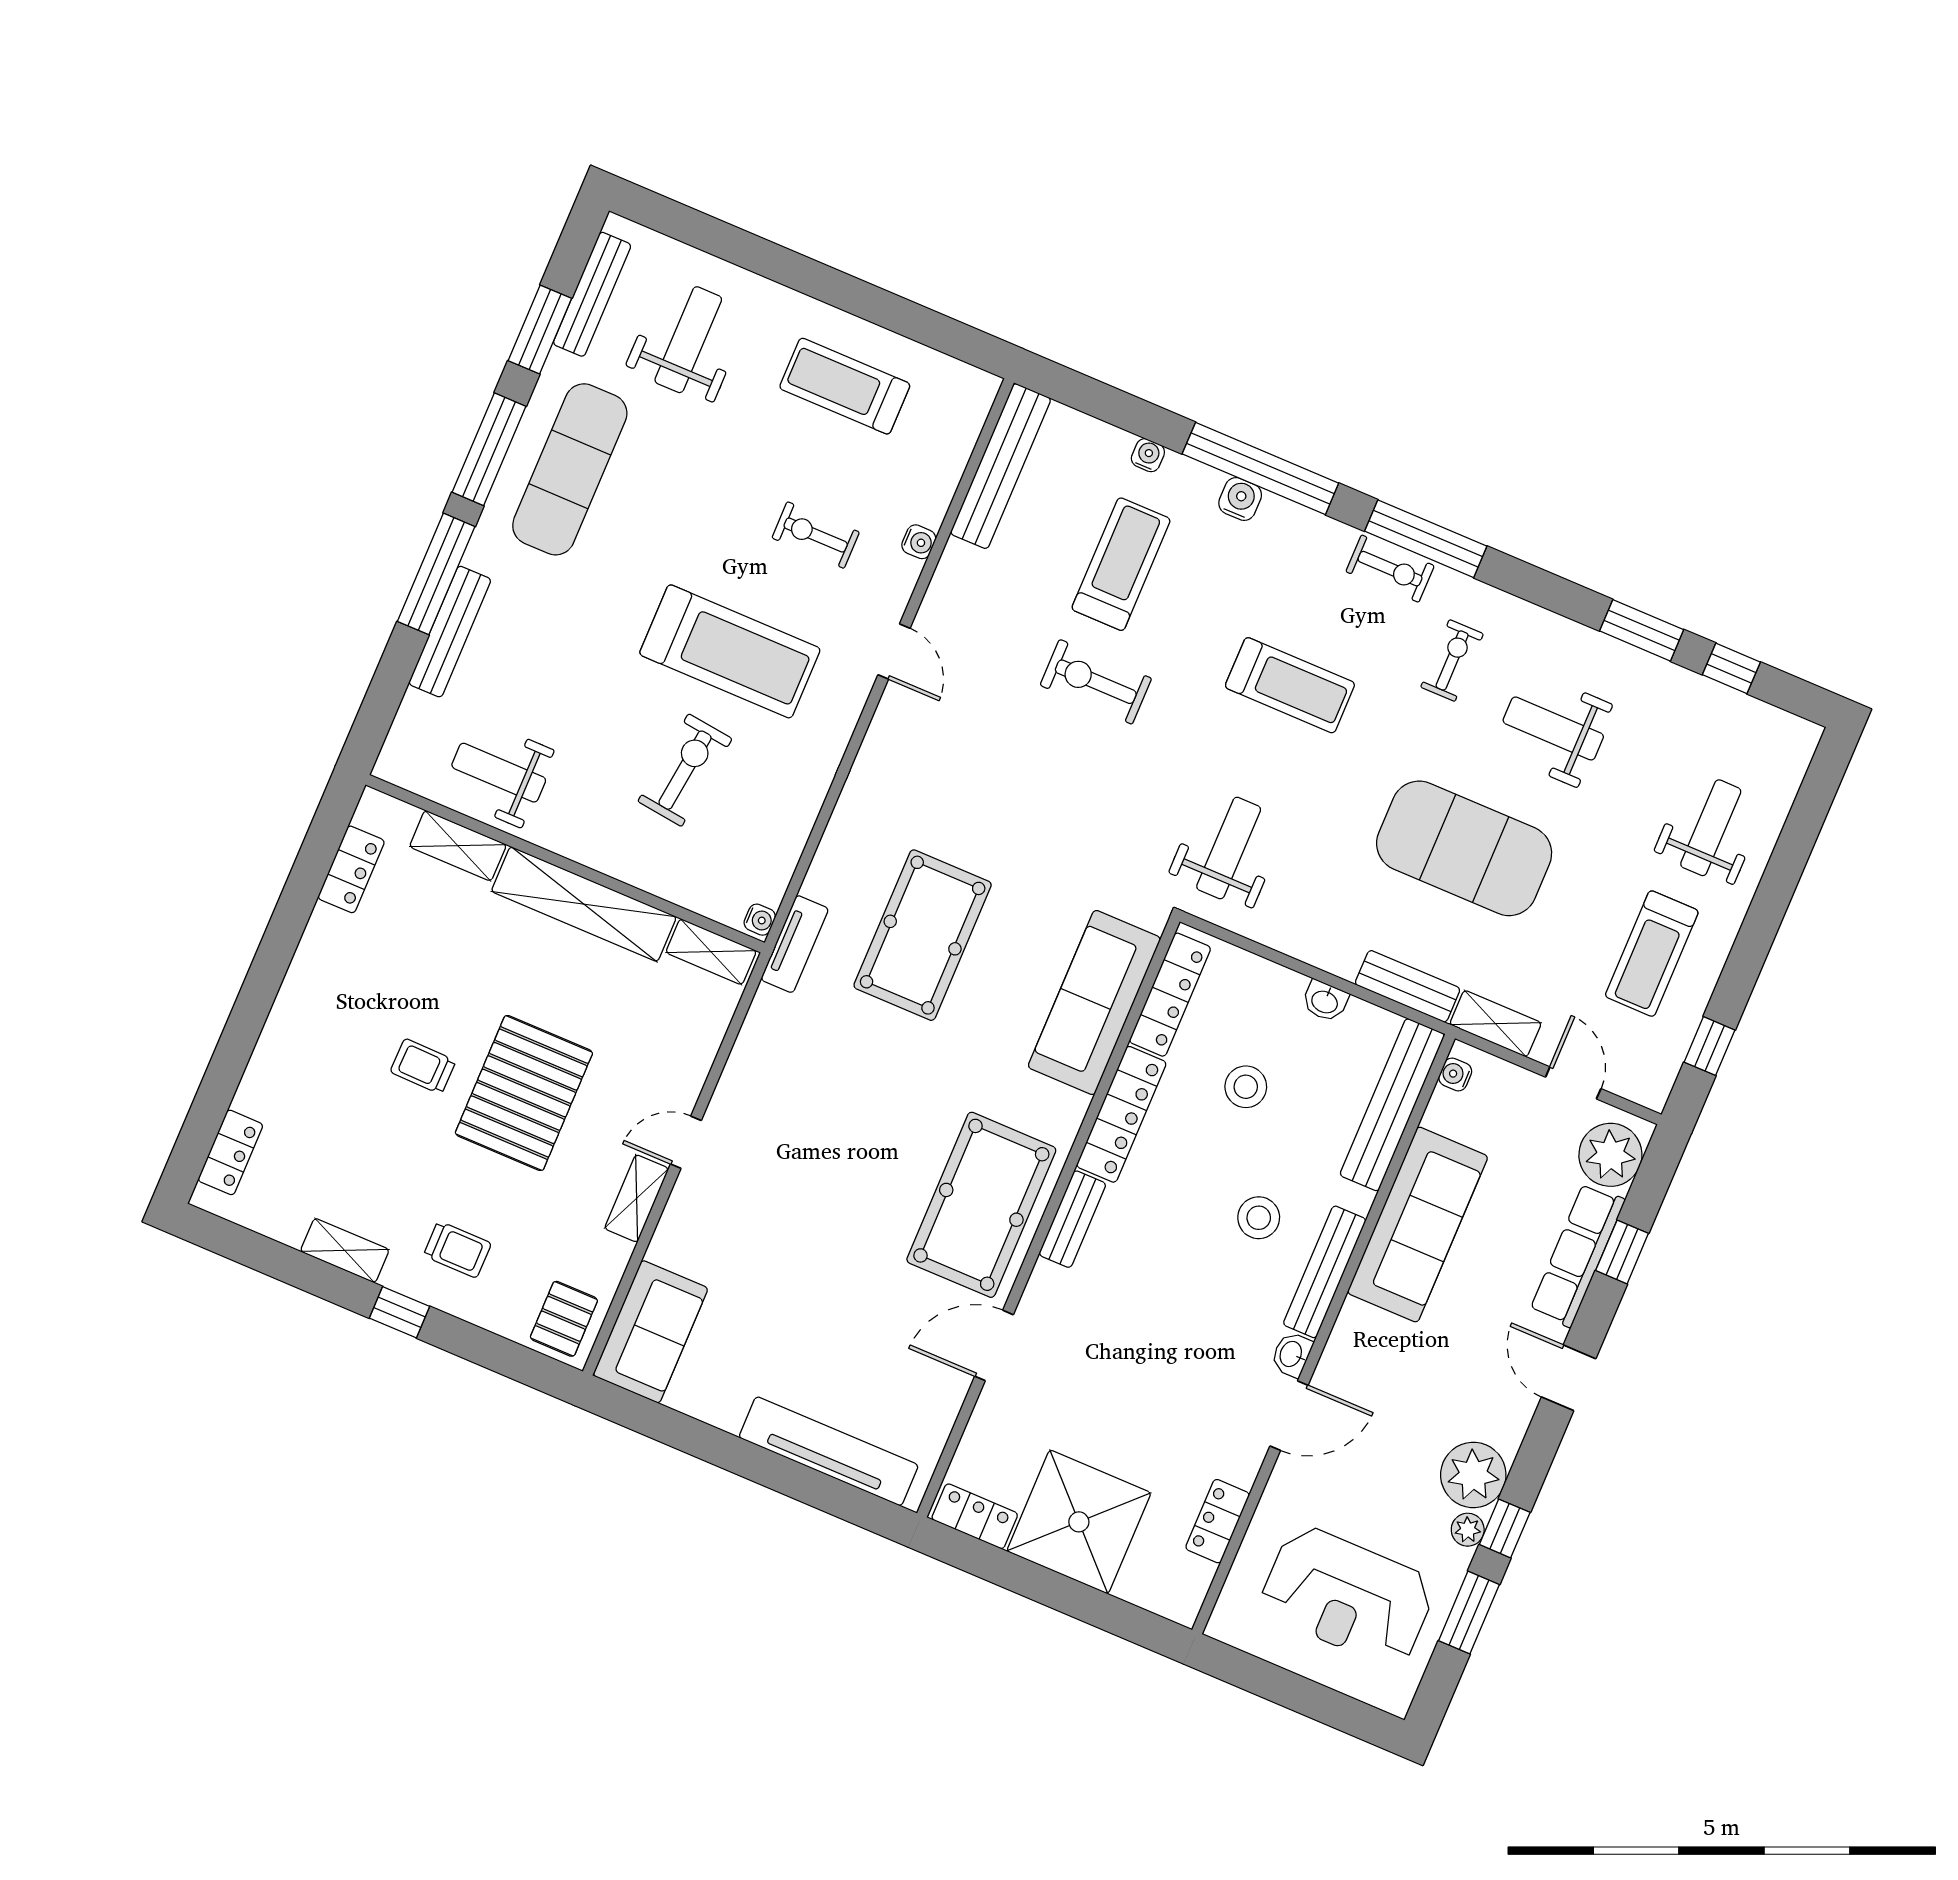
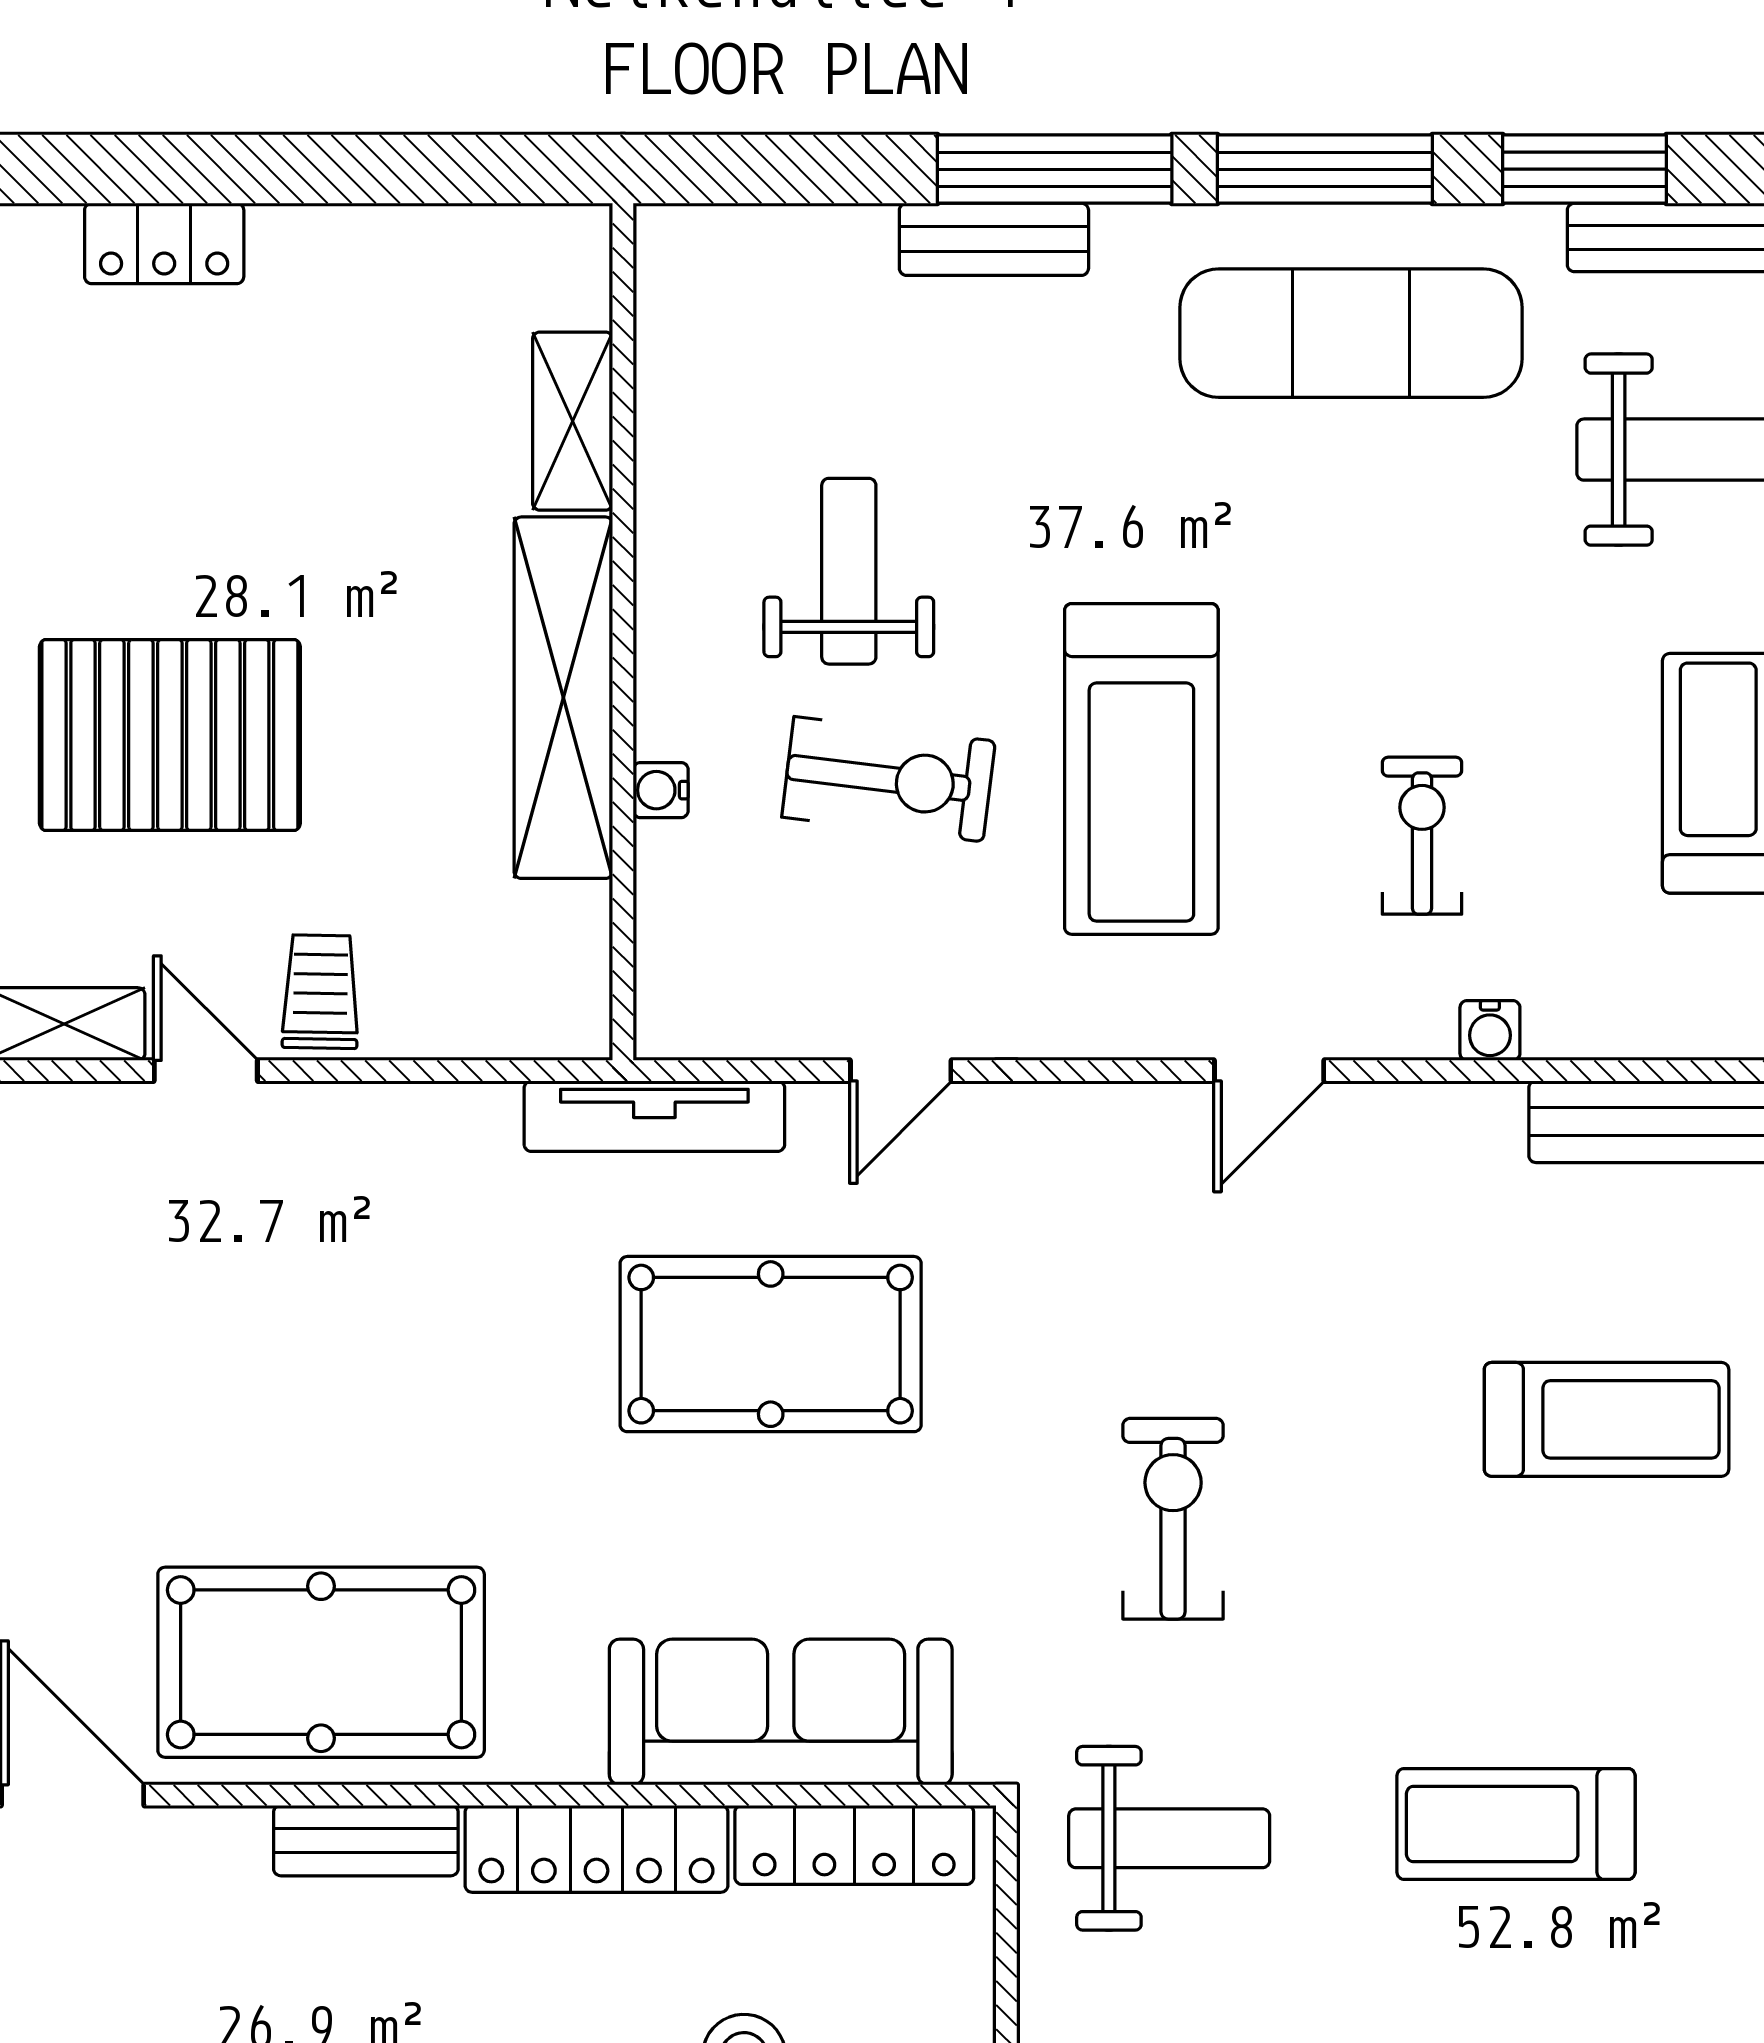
bench: (450, 632) -> (994, 239), width x0.73
exercise bike: (1096, 682) -> (1173, 1519), moved
treadmill: (1290, 685) -> (1516, 1824), turned 90
weight bench: (499, 773) -> (849, 571), moved
door: (822, 822) -> (901, 1071), added
locker: (351, 869) -> (164, 243), moved
water cooler: (760, 920) -> (661, 790), moved, turned 90
tv unit: (795, 944) -> (654, 1116), width x1.41
shelving: (711, 952) -> (575, 969), removed
trolley: (423, 1066) -> (320, 992), moved

